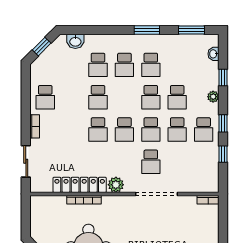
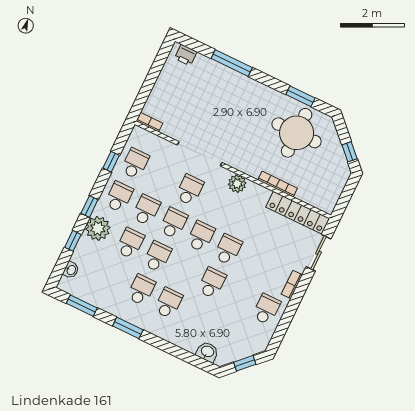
school desk: (98, 65) -> (135, 163), moved
plant: (213, 97) -> (98, 228), width x1.87, depth x1.87
window: (223, 123) -> (89, 206), moved
locker: (80, 185) -> (298, 213), moved

